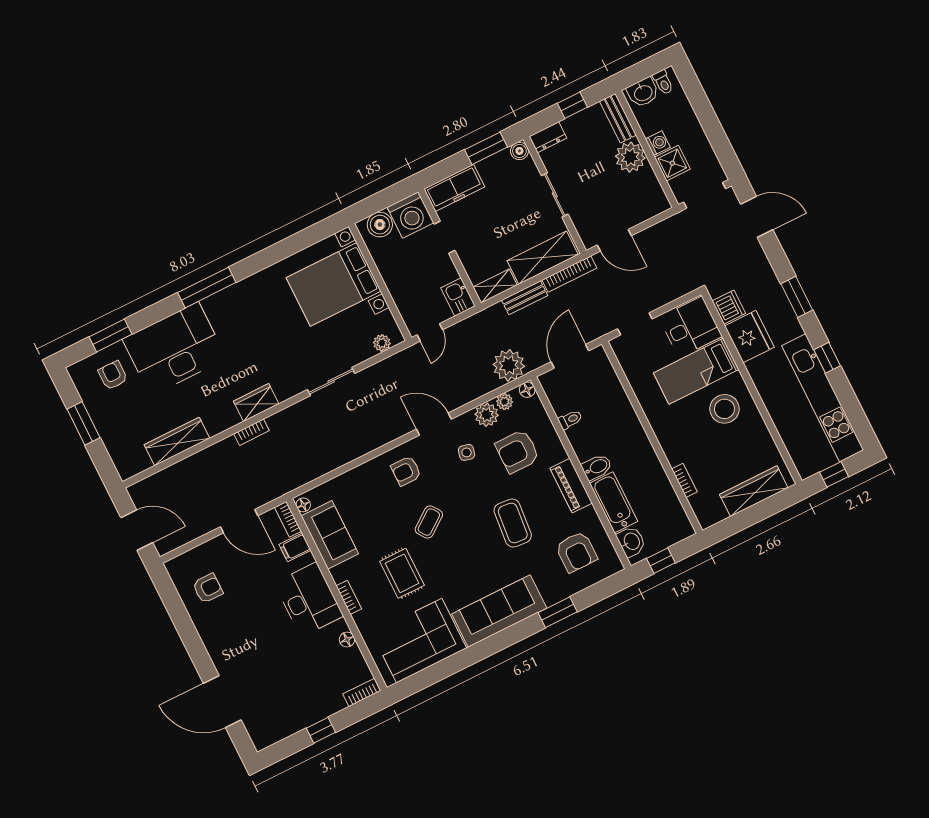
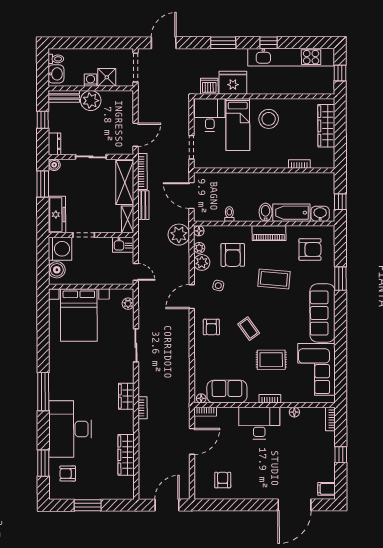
filing cabinet: (295, 547) -> (326, 489), moved, turned 90

